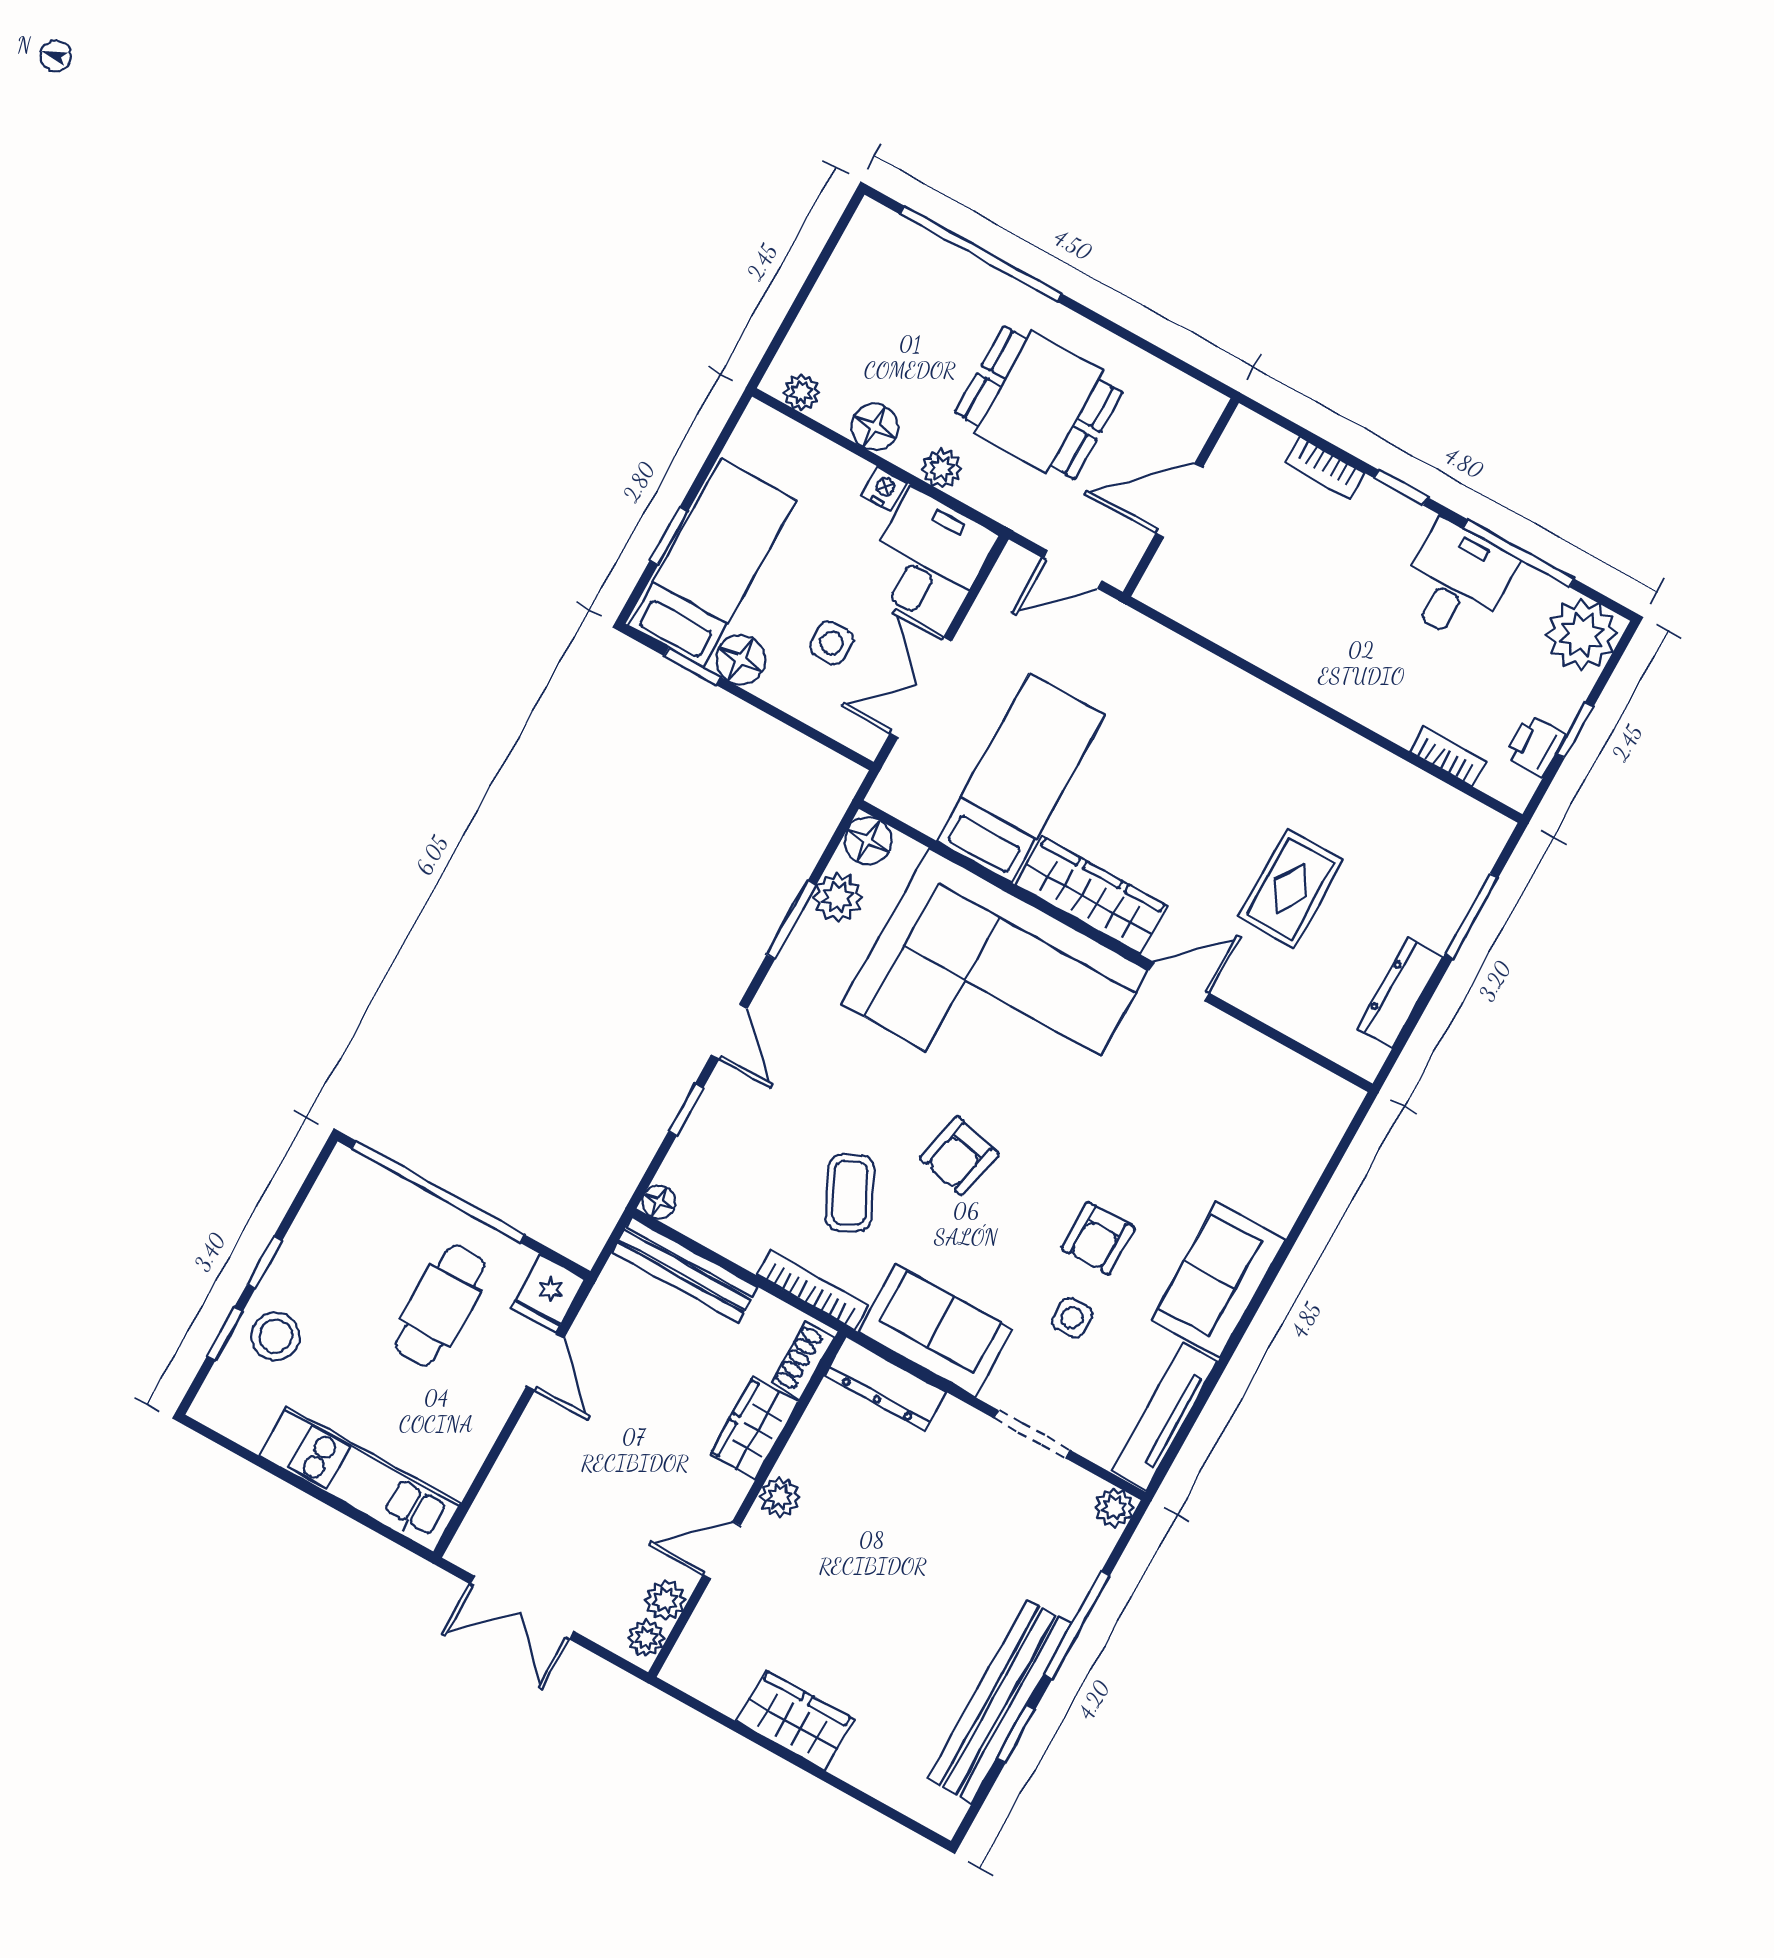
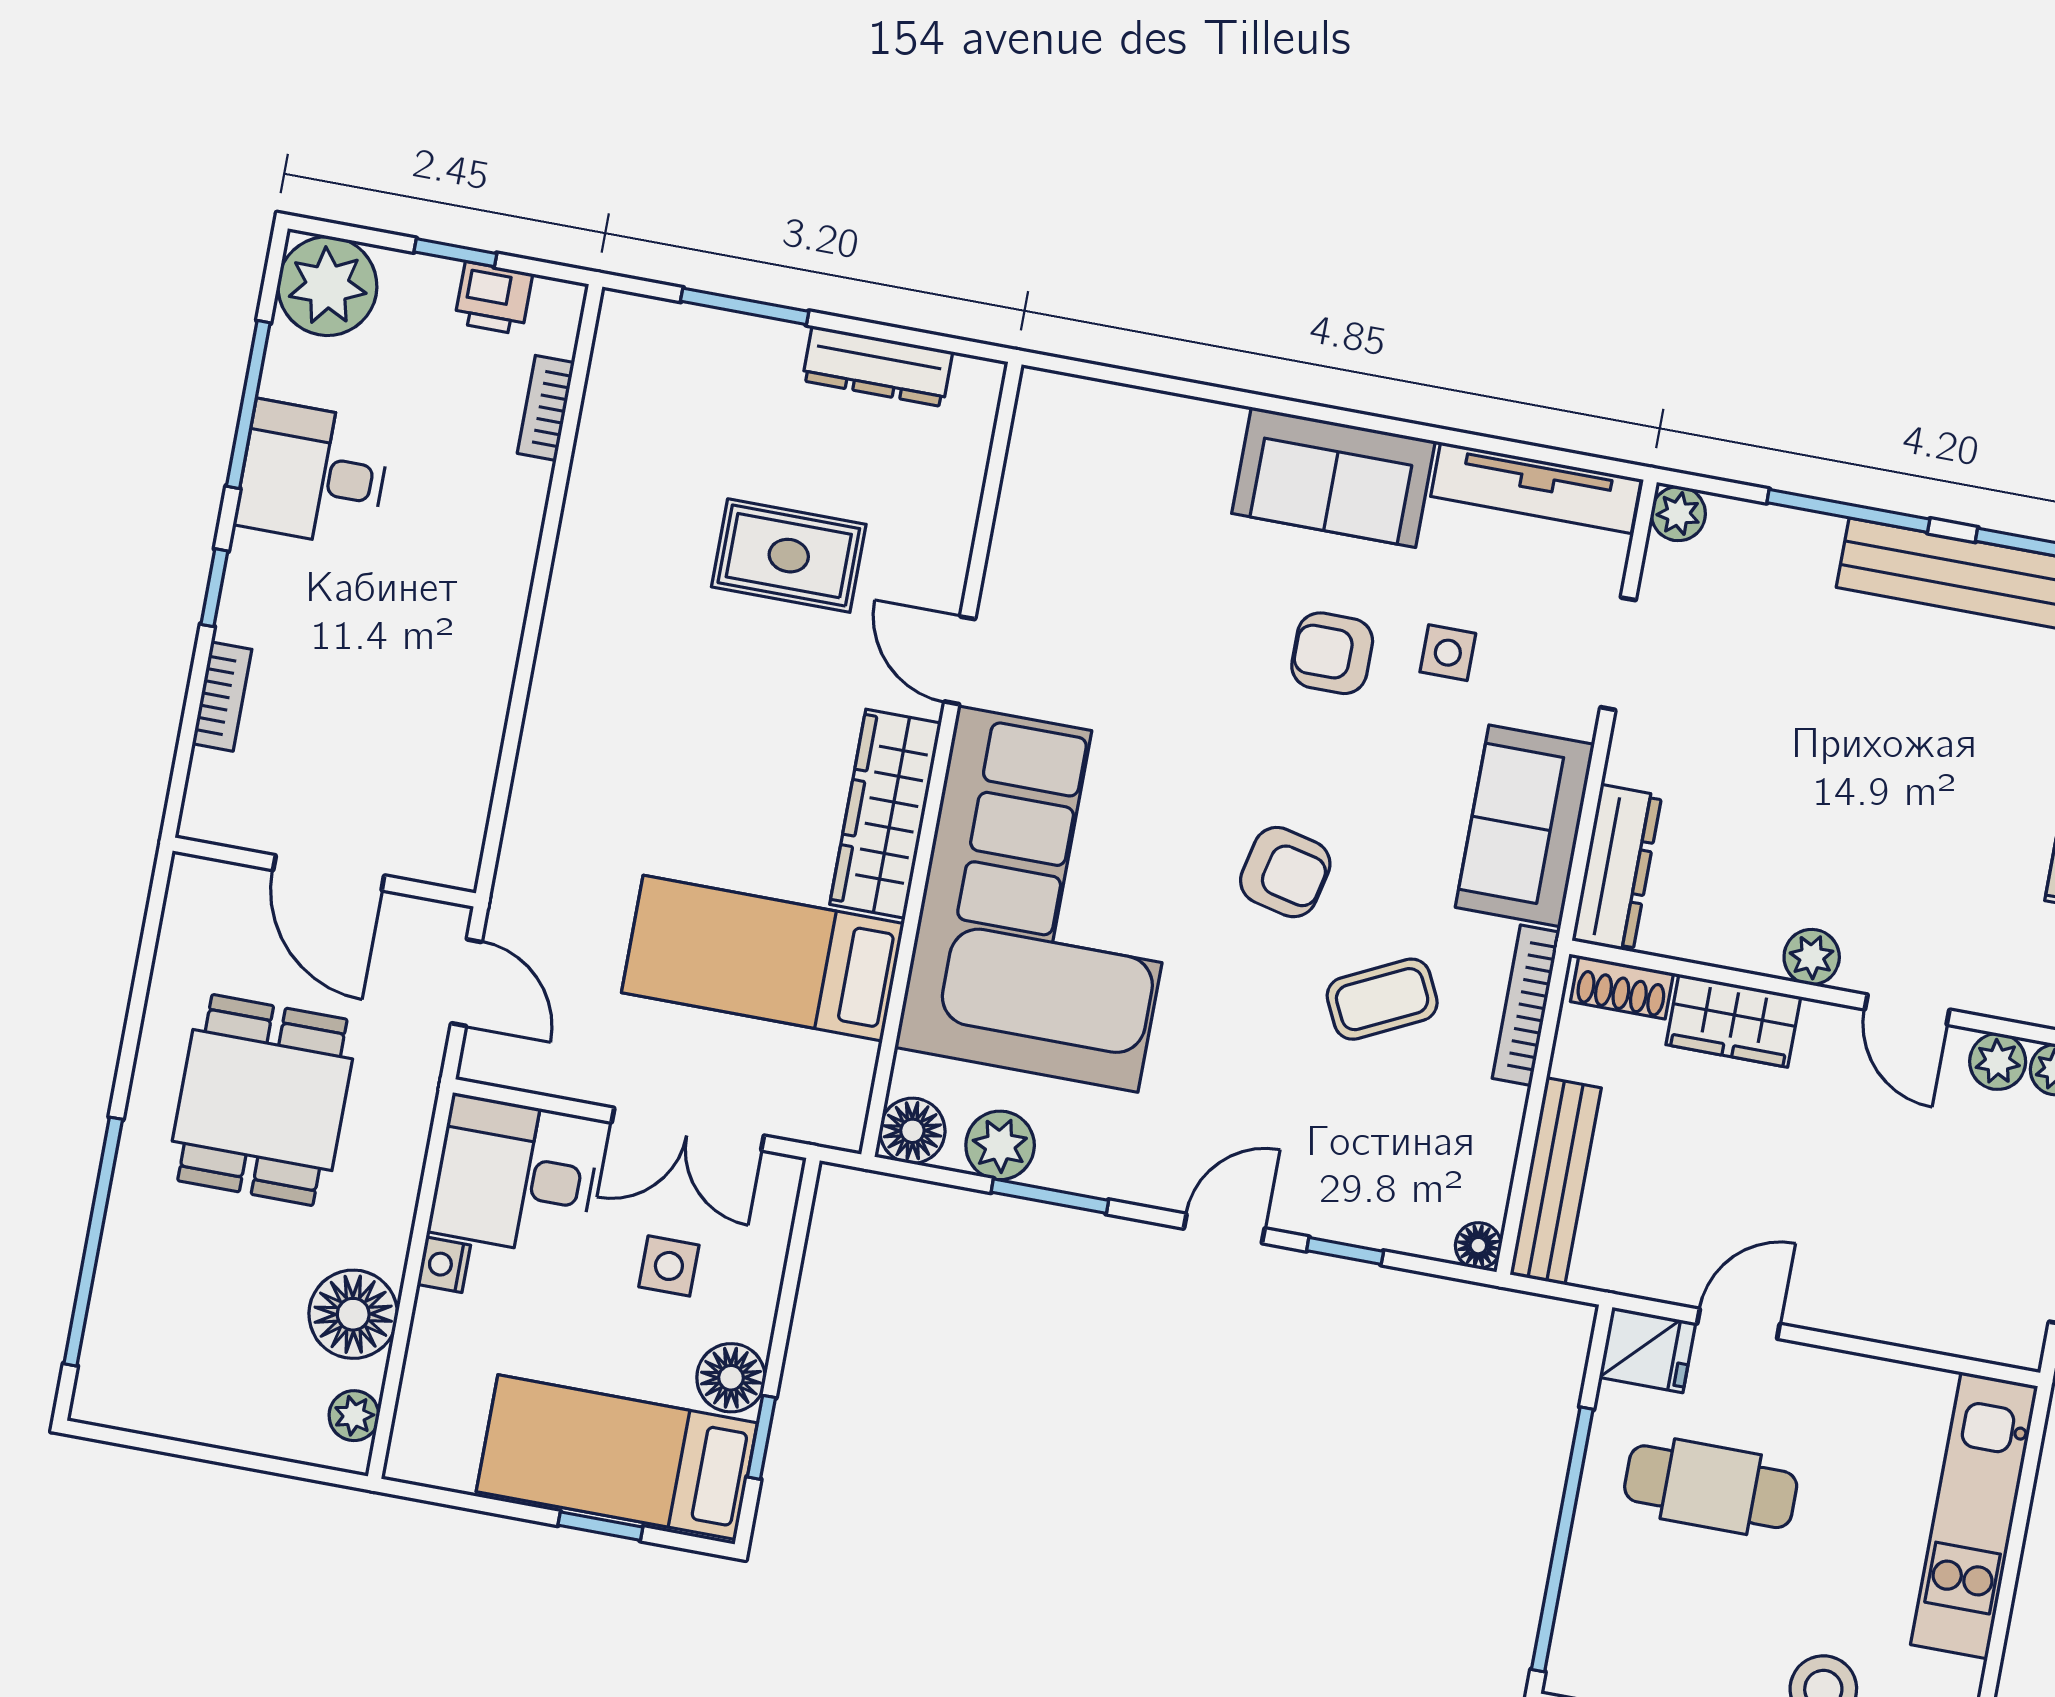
floor lamp: (875, 427) -> (353, 1314), width x1.38, depth x1.38
plant: (942, 469) -> (392, 1198), removed
armchair: (1098, 1238) -> (1332, 653), turned 180

